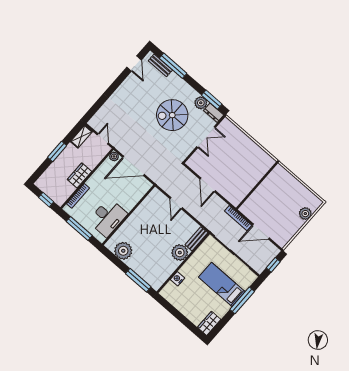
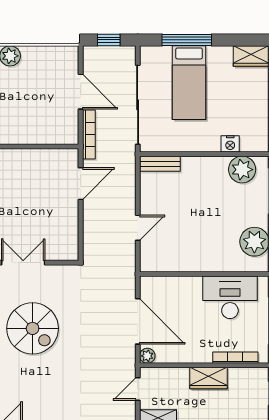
door: (208, 185) -> (81, 184), moved
plant: (180, 253) -> (242, 170), moved

